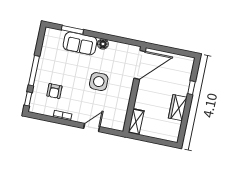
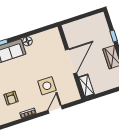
door: (140, 65) -> (71, 61), moved
side table: (99, 82) -> (47, 86), moved

